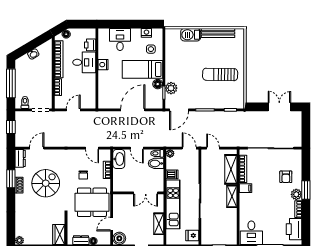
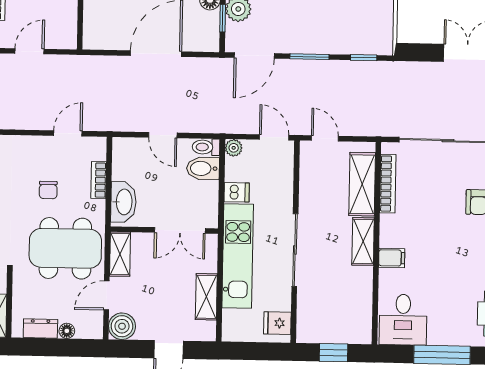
door: (92, 148) -> (68, 133), swing flipped
washbasin: (119, 159) -> (123, 202), moved
filing cabinet: (245, 188) -> (392, 258), moved
shelving: (118, 204) -> (120, 254), added

